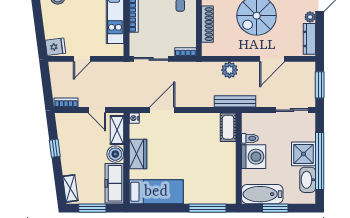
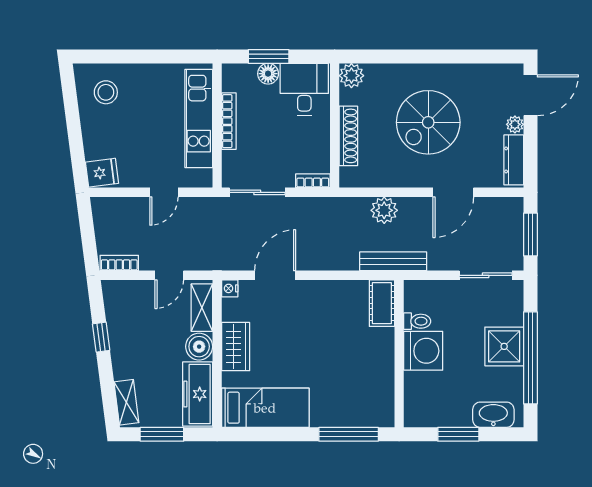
door: (82, 59) -> (164, 192), moved
door: (97, 110) -> (169, 275), hinge flipped
washbasin: (308, 180) -> (493, 415), moved, turned 90
bathtub: (262, 194) -> (437, 412), removed

